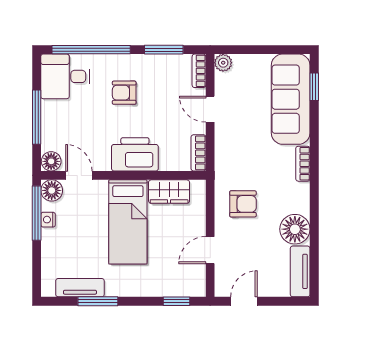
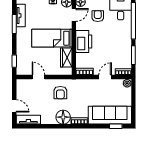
armchair: (124, 93) -> (98, 16), moved
floor lamp: (295, 229) -> (63, 117), moved
door: (244, 301) -> (14, 106), moved

